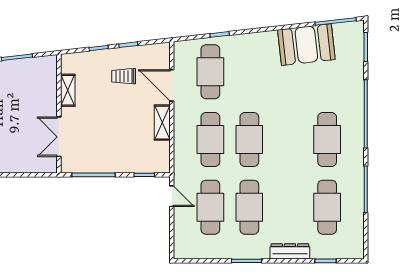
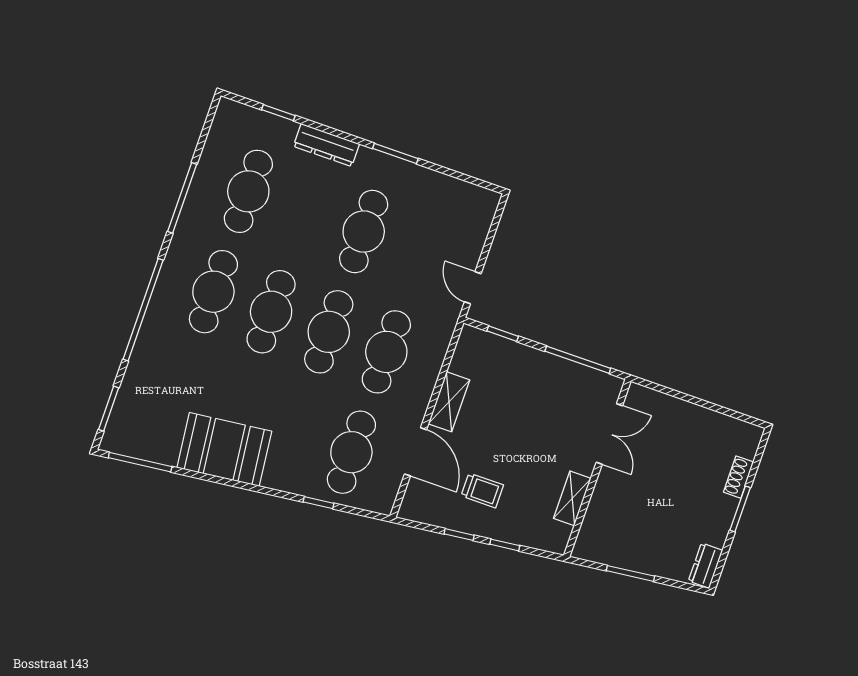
booth: (306, 45) -> (224, 449), moved
cafe table: (210, 207) -> (271, 312), moved

